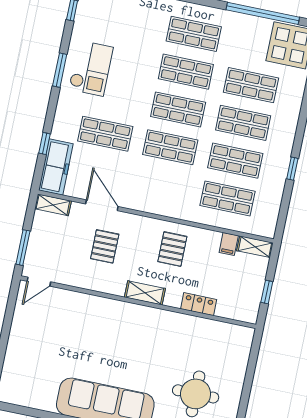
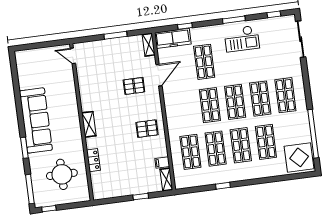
door: (39, 282) -> (73, 56), moved
shelving: (145, 293) -> (89, 124), moved
wall: (138, 302) -> (82, 122), moved
locker: (199, 304) -> (93, 160), moved

